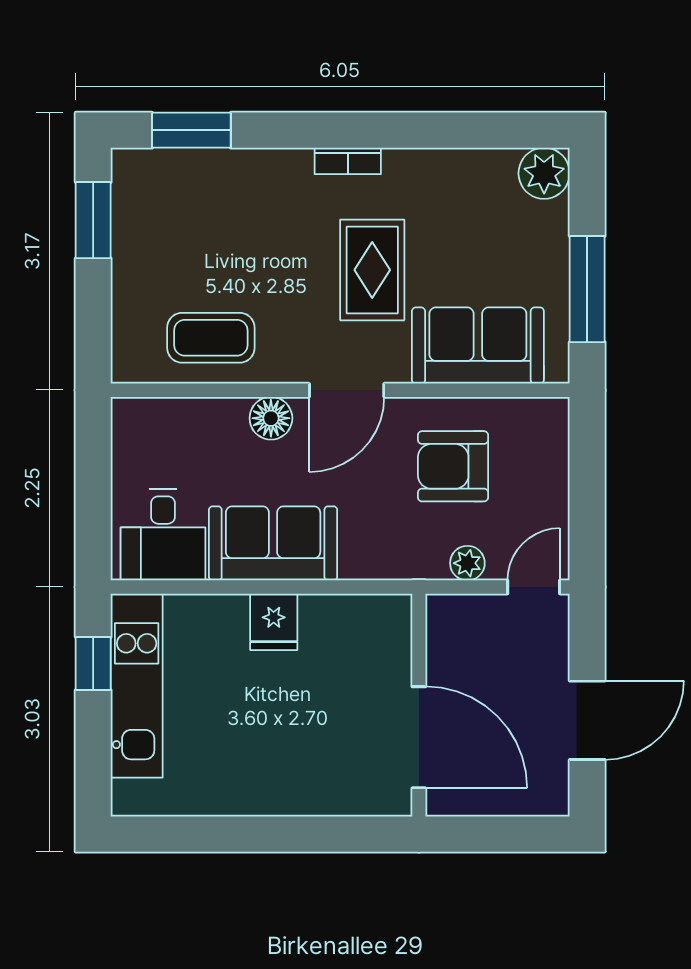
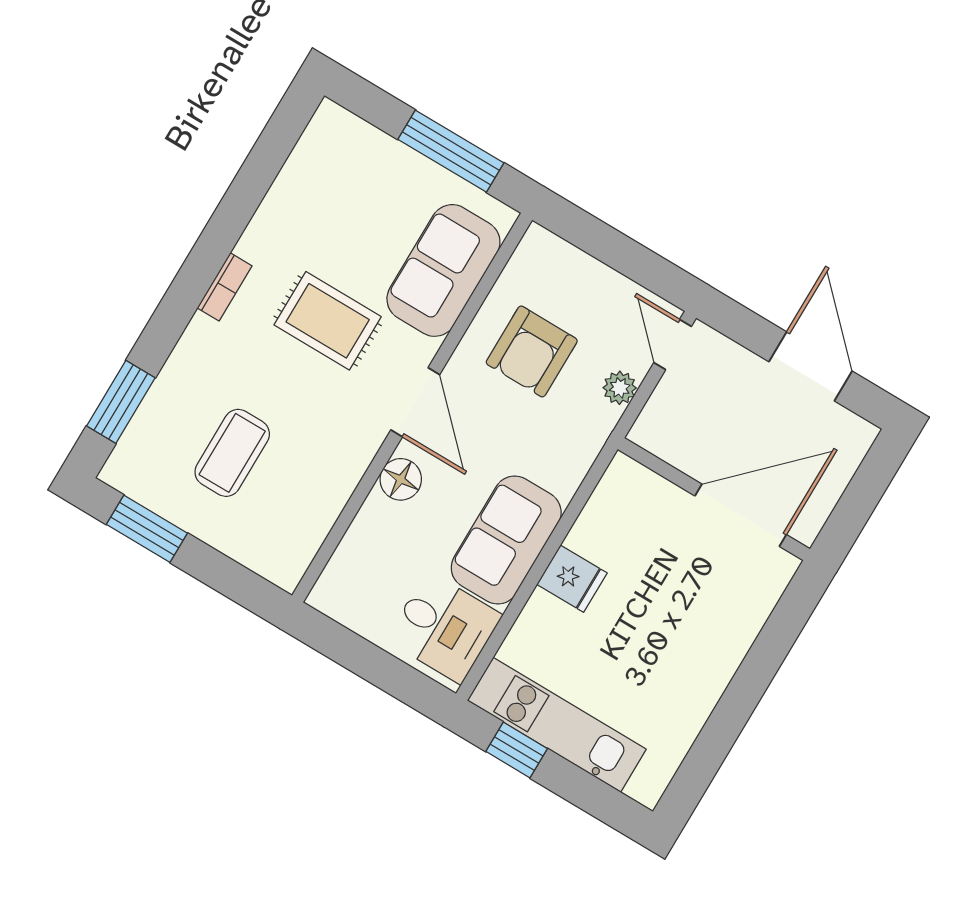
plant: (544, 173) -> (333, 129), removed
coffee table: (211, 338) -> (232, 453), moved

